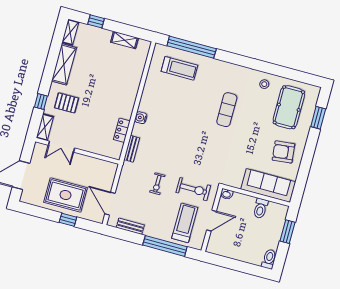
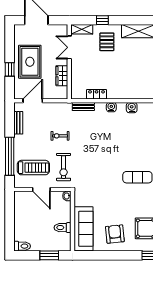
water cooler: (147, 95) -> (132, 108), added
wardrobe: (91, 163) -> (62, 76), added

